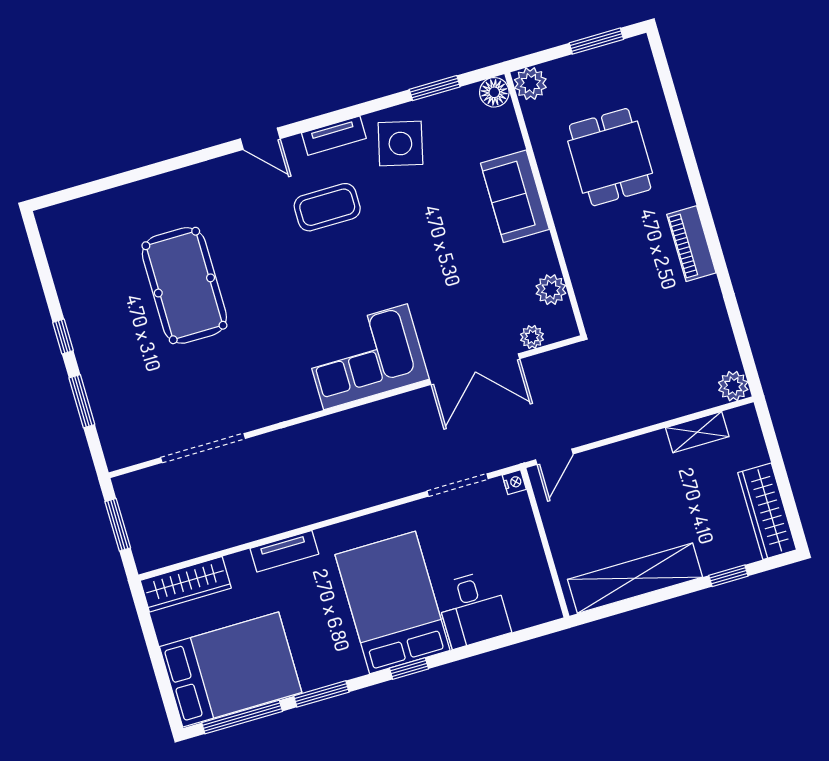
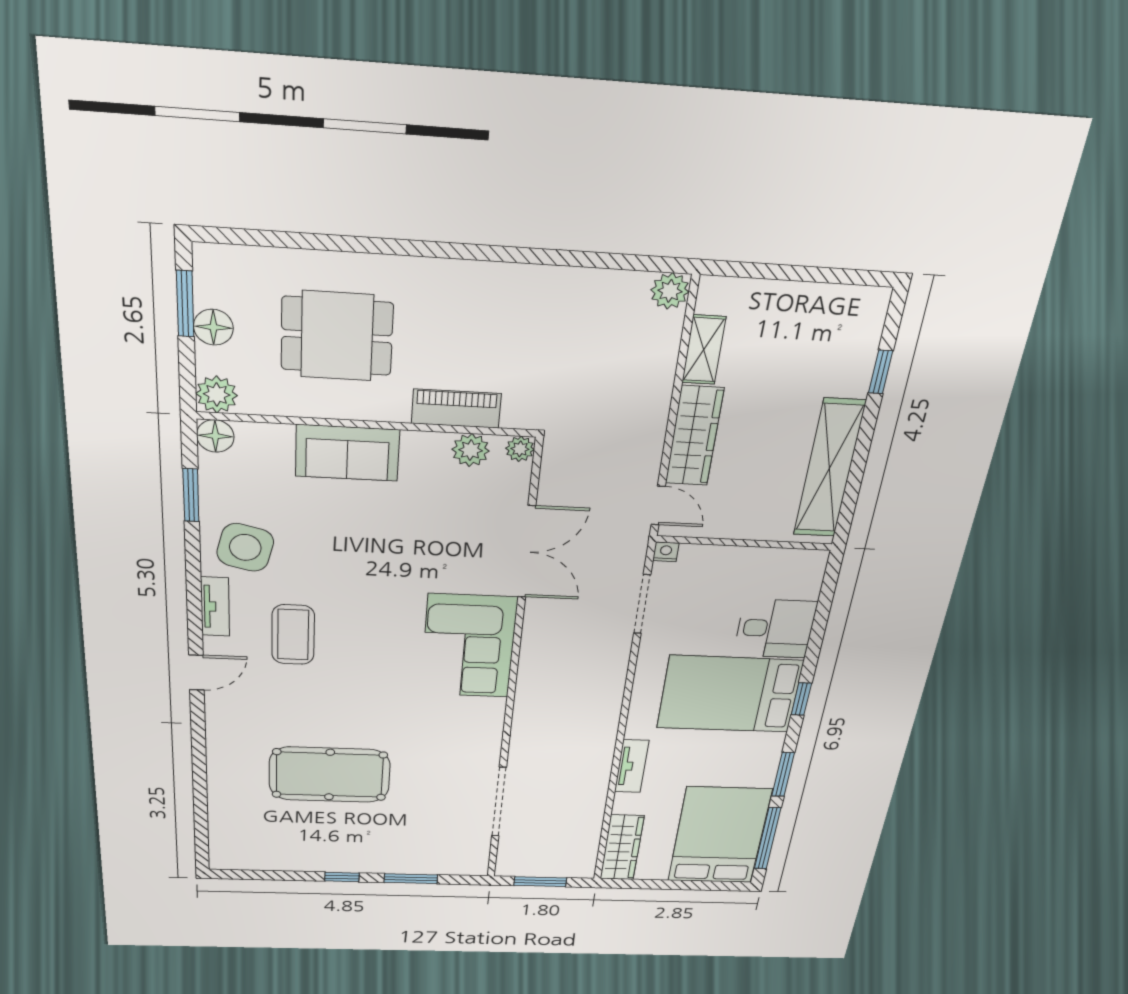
floor lamp: (585, 66) -> (213, 327), added
piano: (691, 244) -> (456, 409), moved, turned 180
plant: (532, 337) -> (520, 449), moved
wardrobe: (767, 511) -> (694, 436), moved, turned -90

